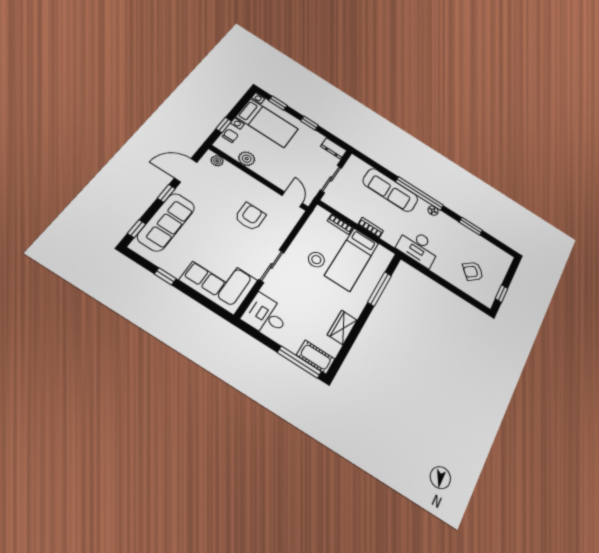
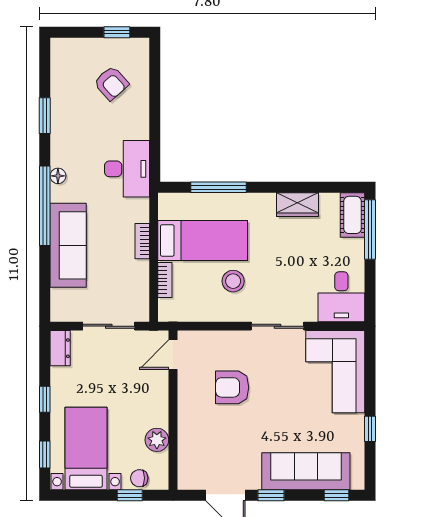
plant: (217, 161) -> (186, 470), removed

